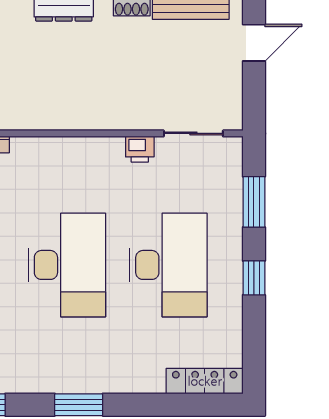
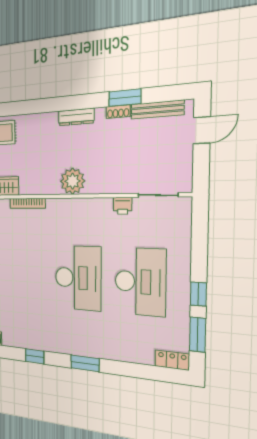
plant: (57, 110) -> (73, 181), added
window: (254, 202) -> (198, 335), moved
locker: (205, 381) -> (172, 360), width x0.66

